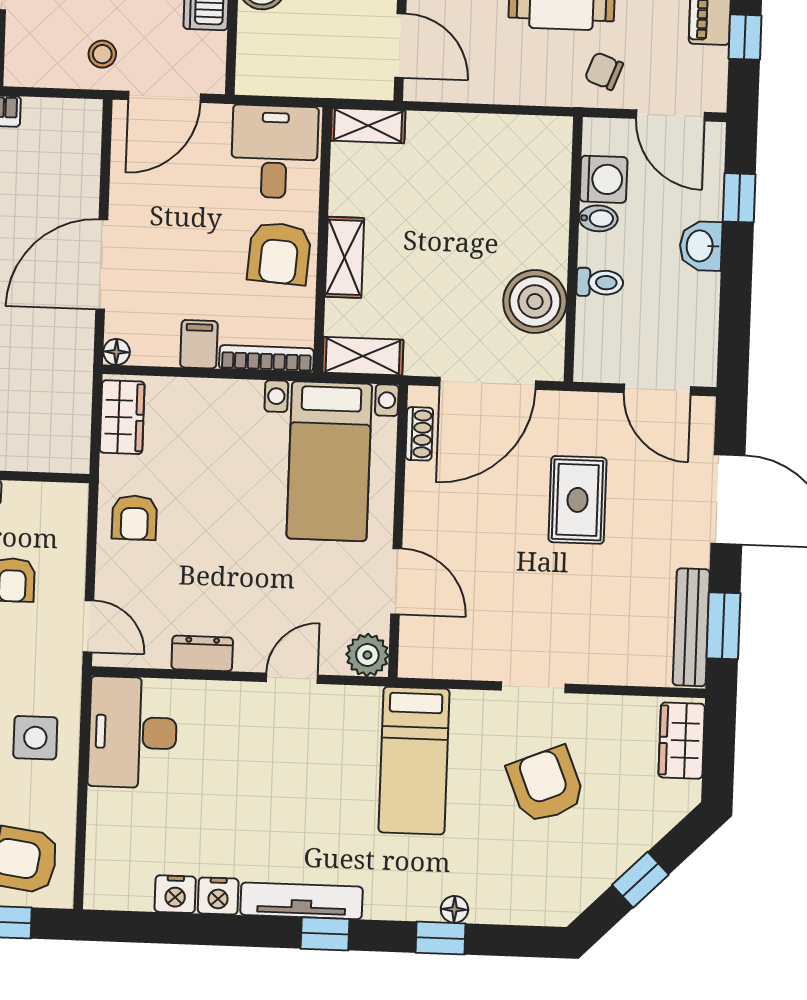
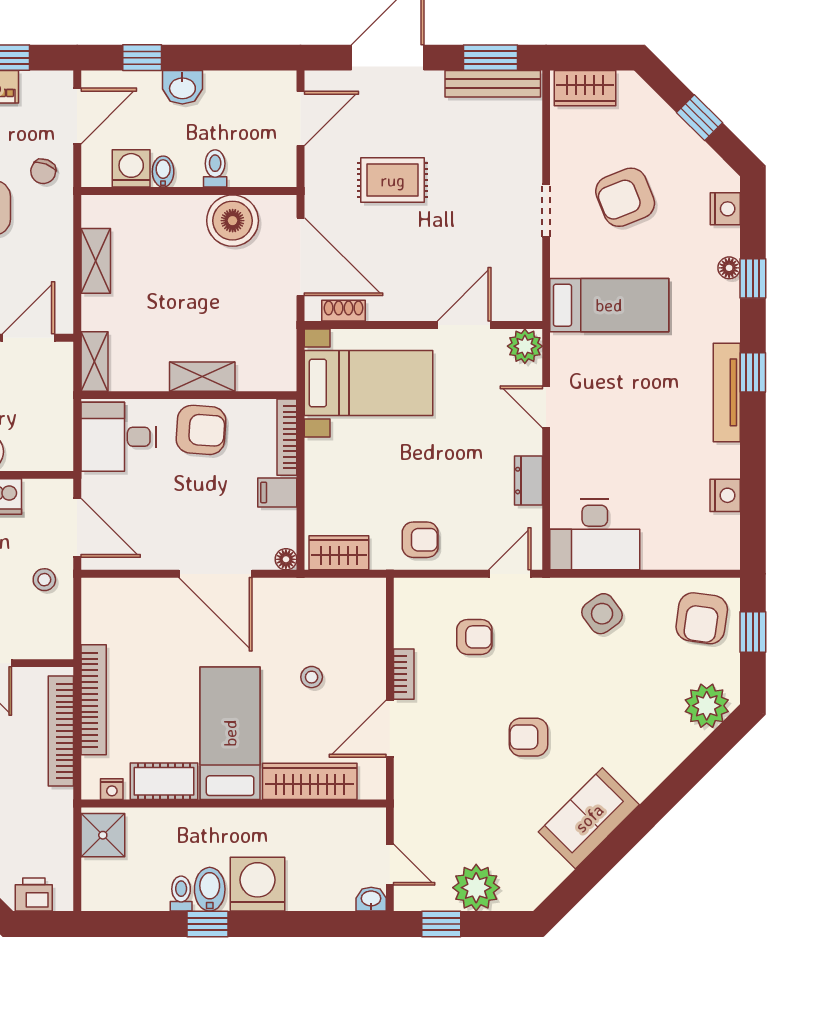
shelving: (363, 356) -> (96, 261), moved
side table: (35, 738) -> (602, 614), turned -36
nightstand: (218, 896) -> (725, 209), moved

